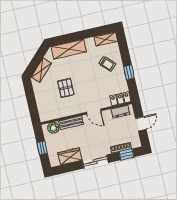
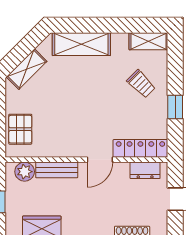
pallet: (66, 88) -> (20, 129), moved
locker: (120, 99) -> (140, 148), width x1.53
door: (94, 111) -> (100, 160), hinge flipped

